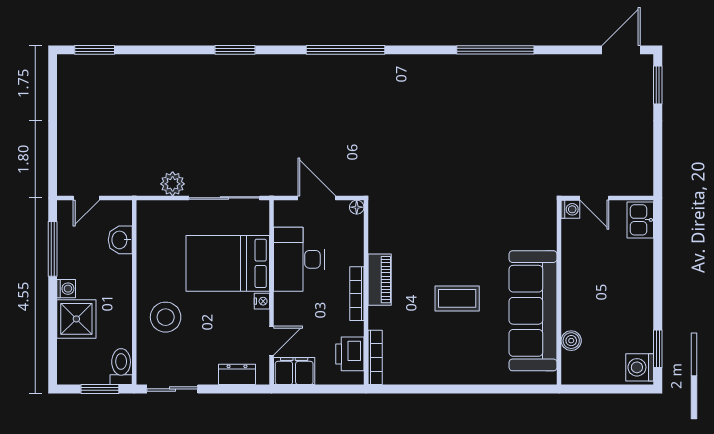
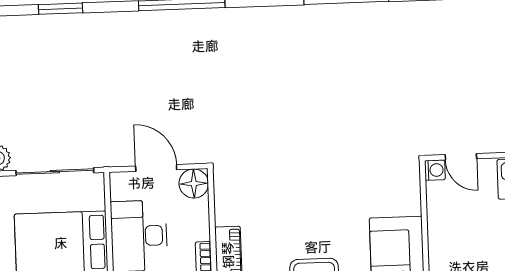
floor lamp: (357, 207) -> (194, 184), width x1.89, depth x1.89

